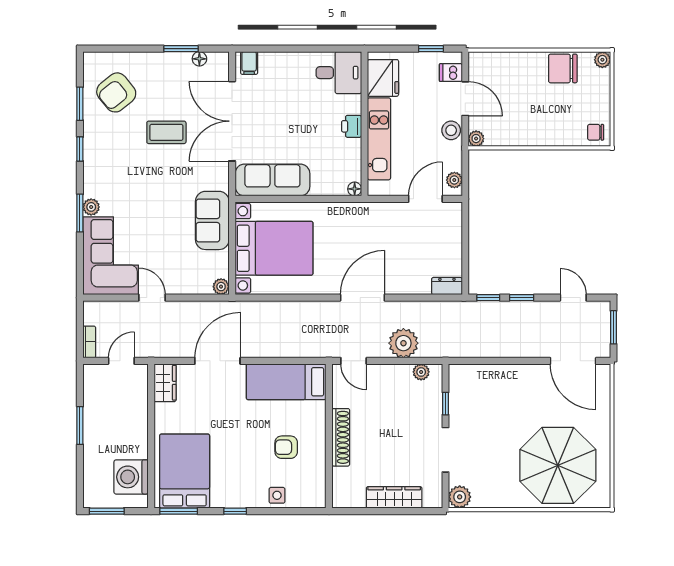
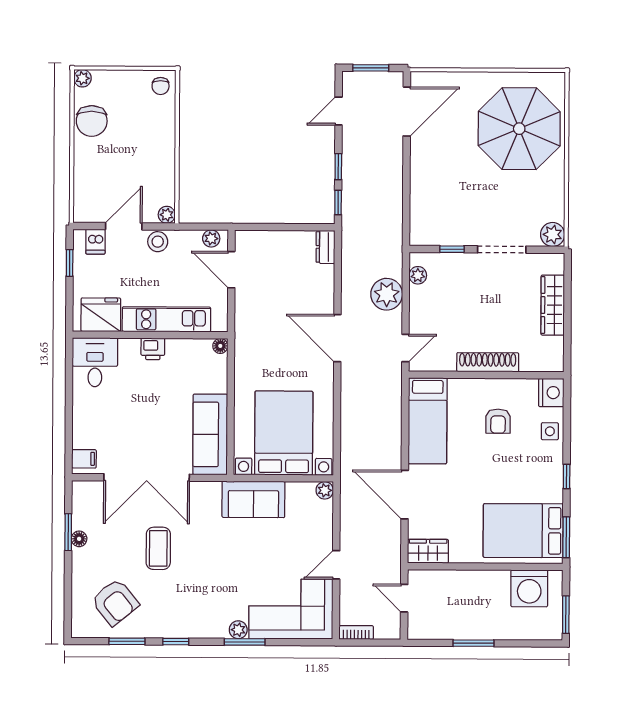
floor lamp: (199, 59) -> (79, 539), moved
bookcase: (89, 342) -> (356, 632), moved
nightstand: (313, 496) -> (551, 393), added

